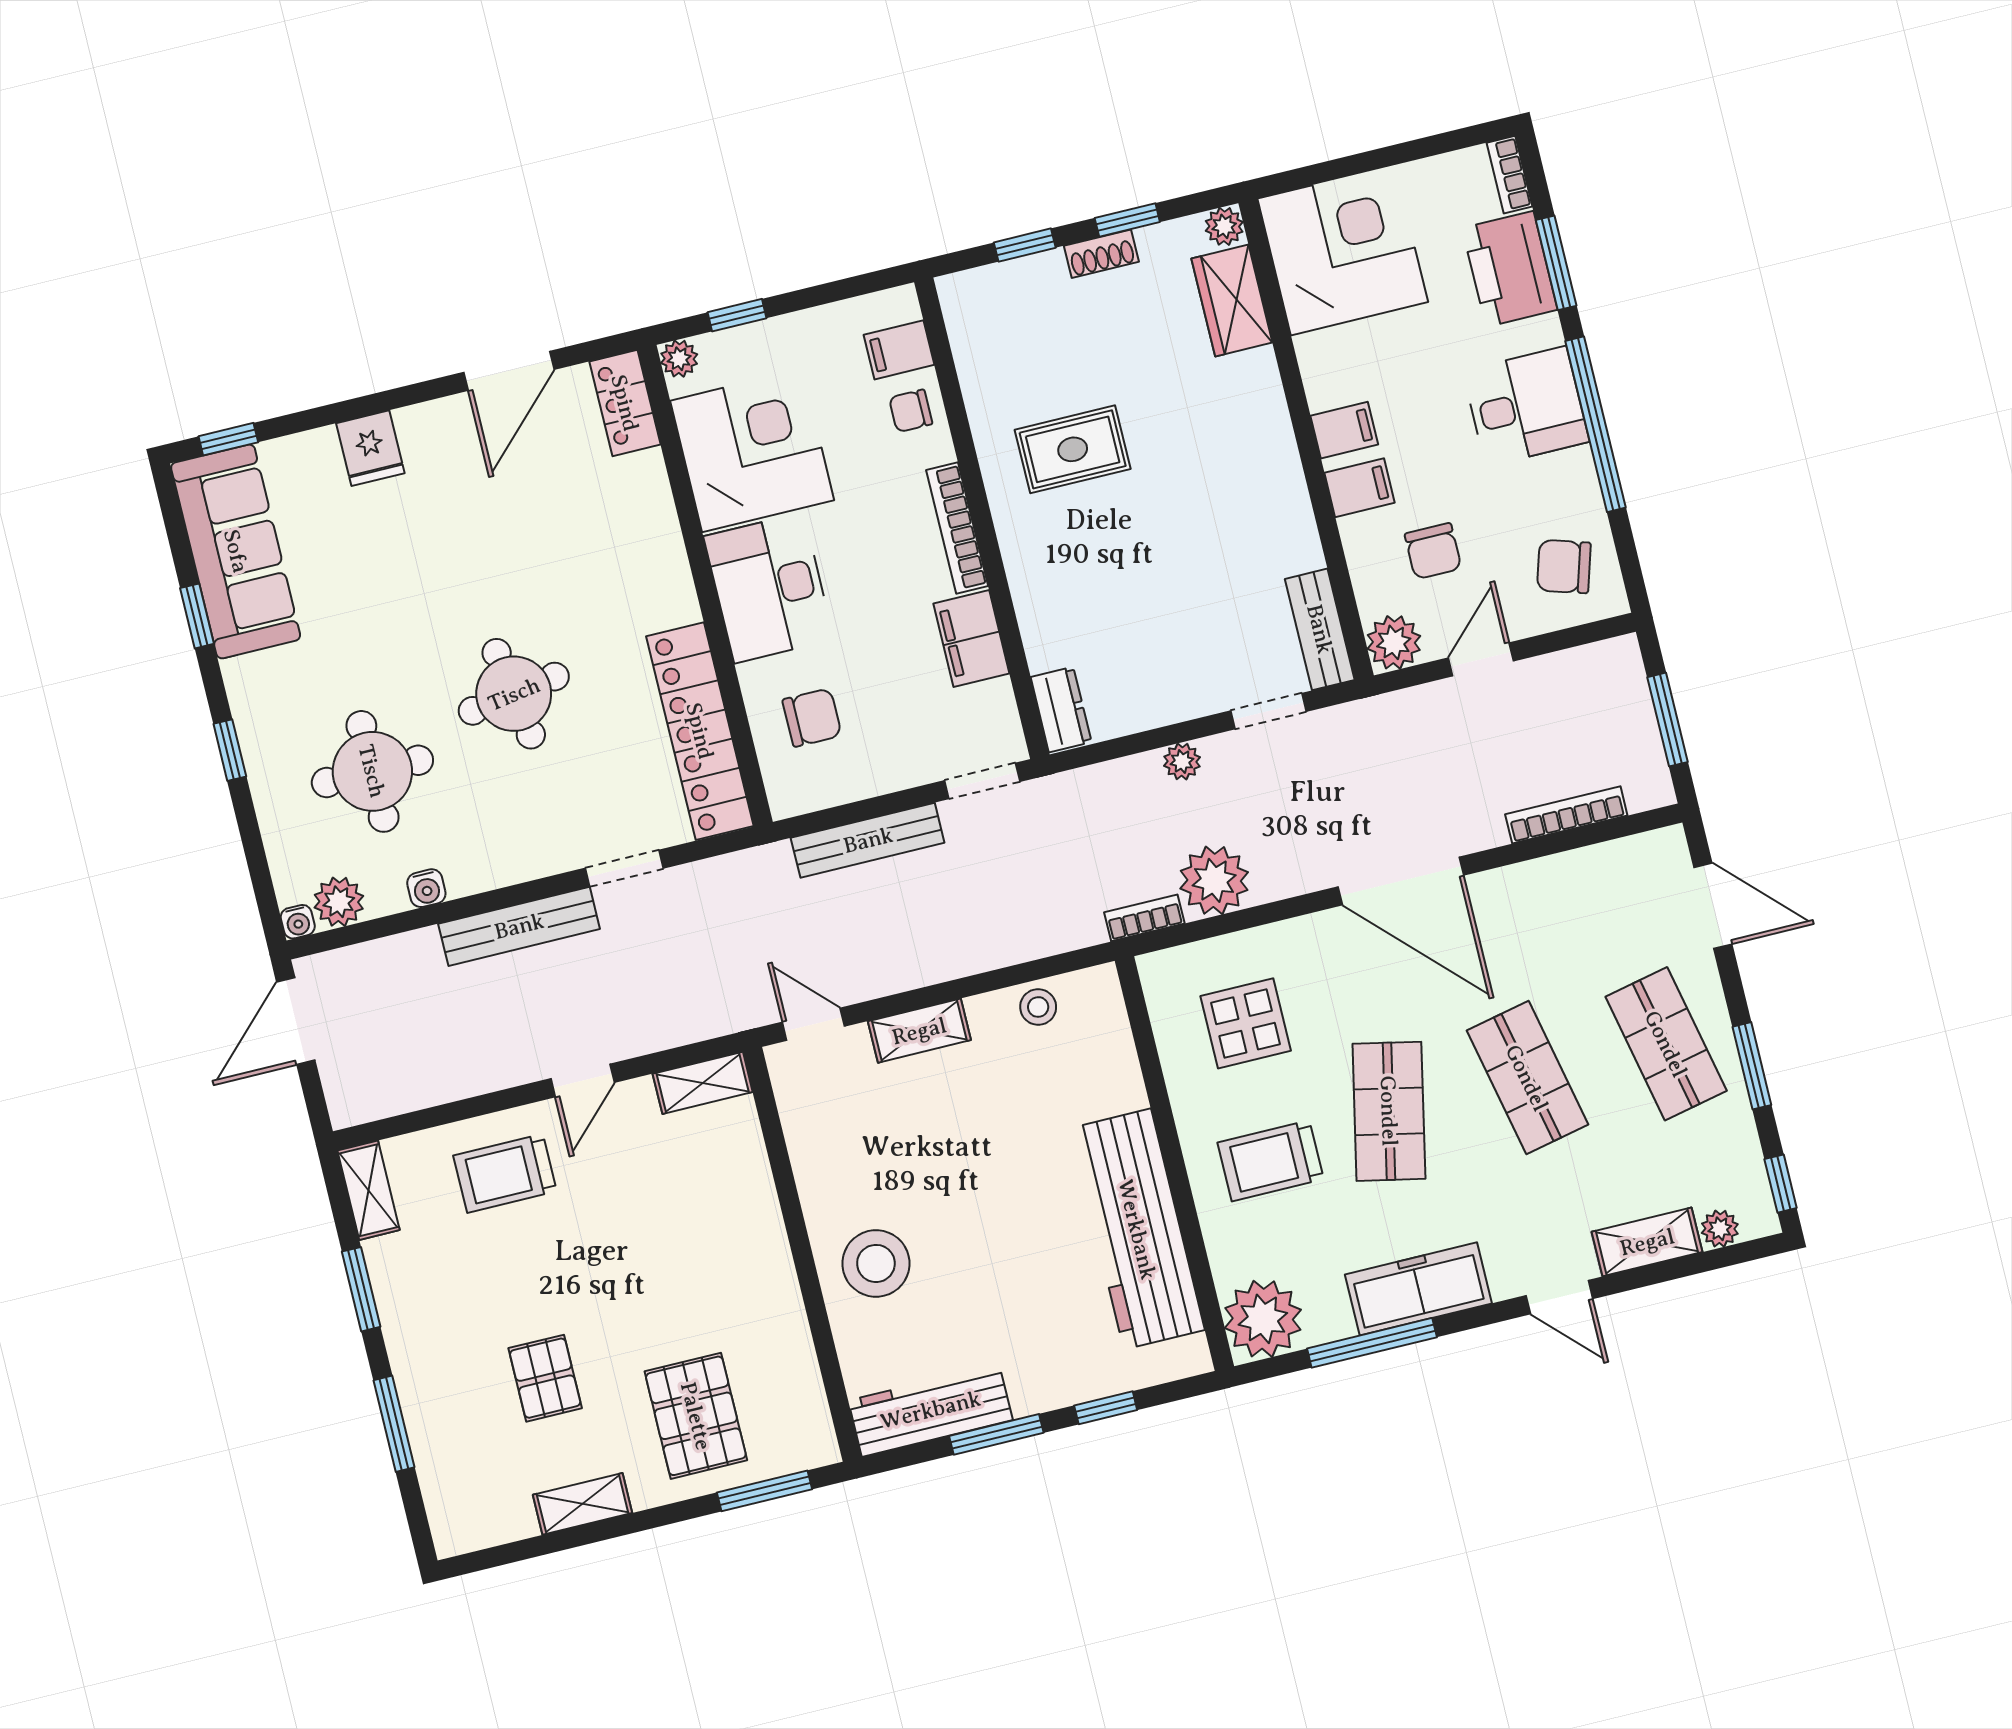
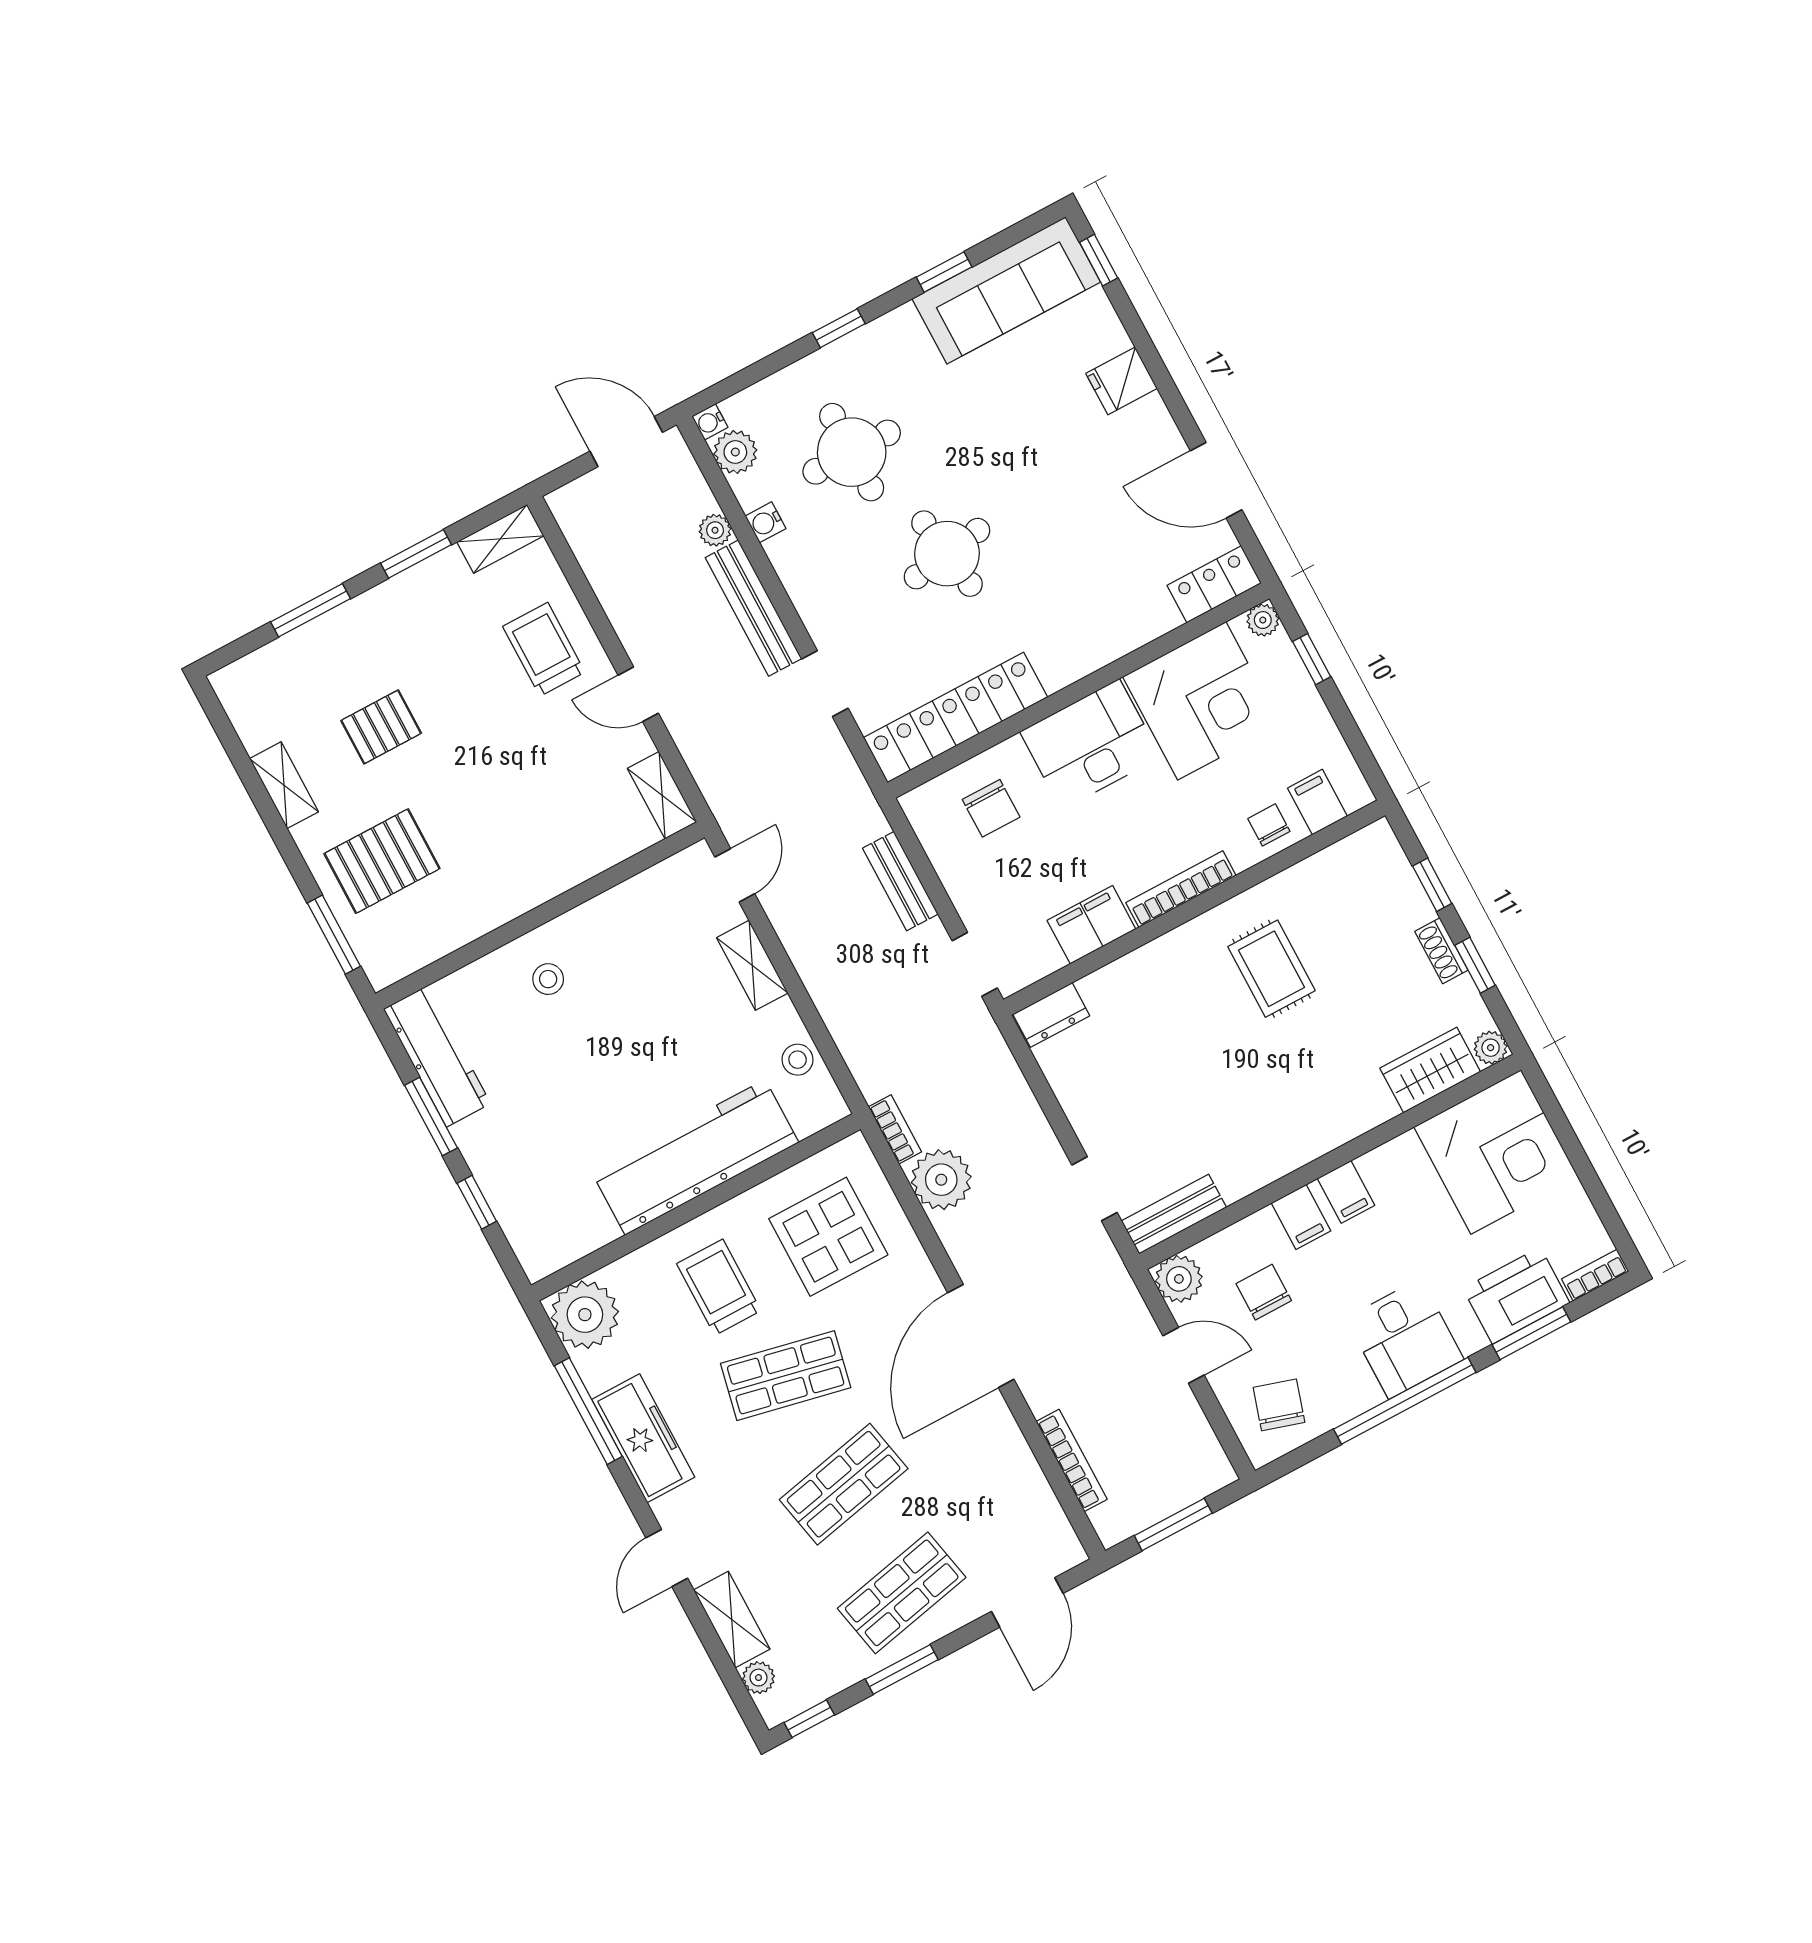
chair: (1433, 551) -> (1264, 1292), turned 90
plant: (1182, 761) -> (715, 530), moved
bench: (868, 840) -> (900, 881), width x0.73
display table: (1246, 1023) -> (828, 1237), width x1.36, depth x1.36
workbench: (1137, 1229) -> (695, 1157), moved
stool: (876, 1263) -> (548, 979), width x0.53, depth x0.53

